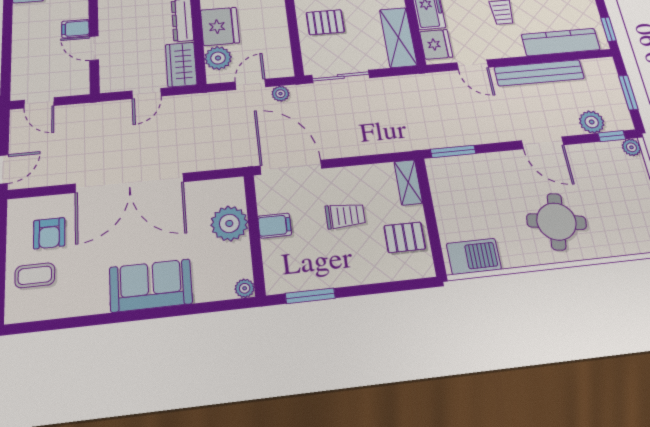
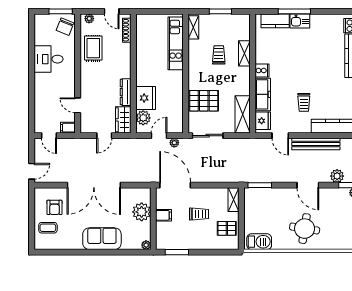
pallet: (325, 22) -> (204, 101), width x1.50, depth x1.42
filing cabinet: (75, 29) -> (68, 128), moved

